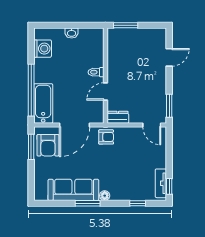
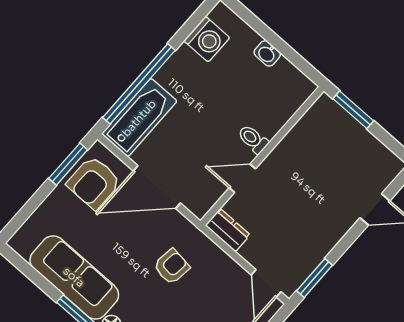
armchair: (106, 137) -> (172, 267), moved, turned -83

